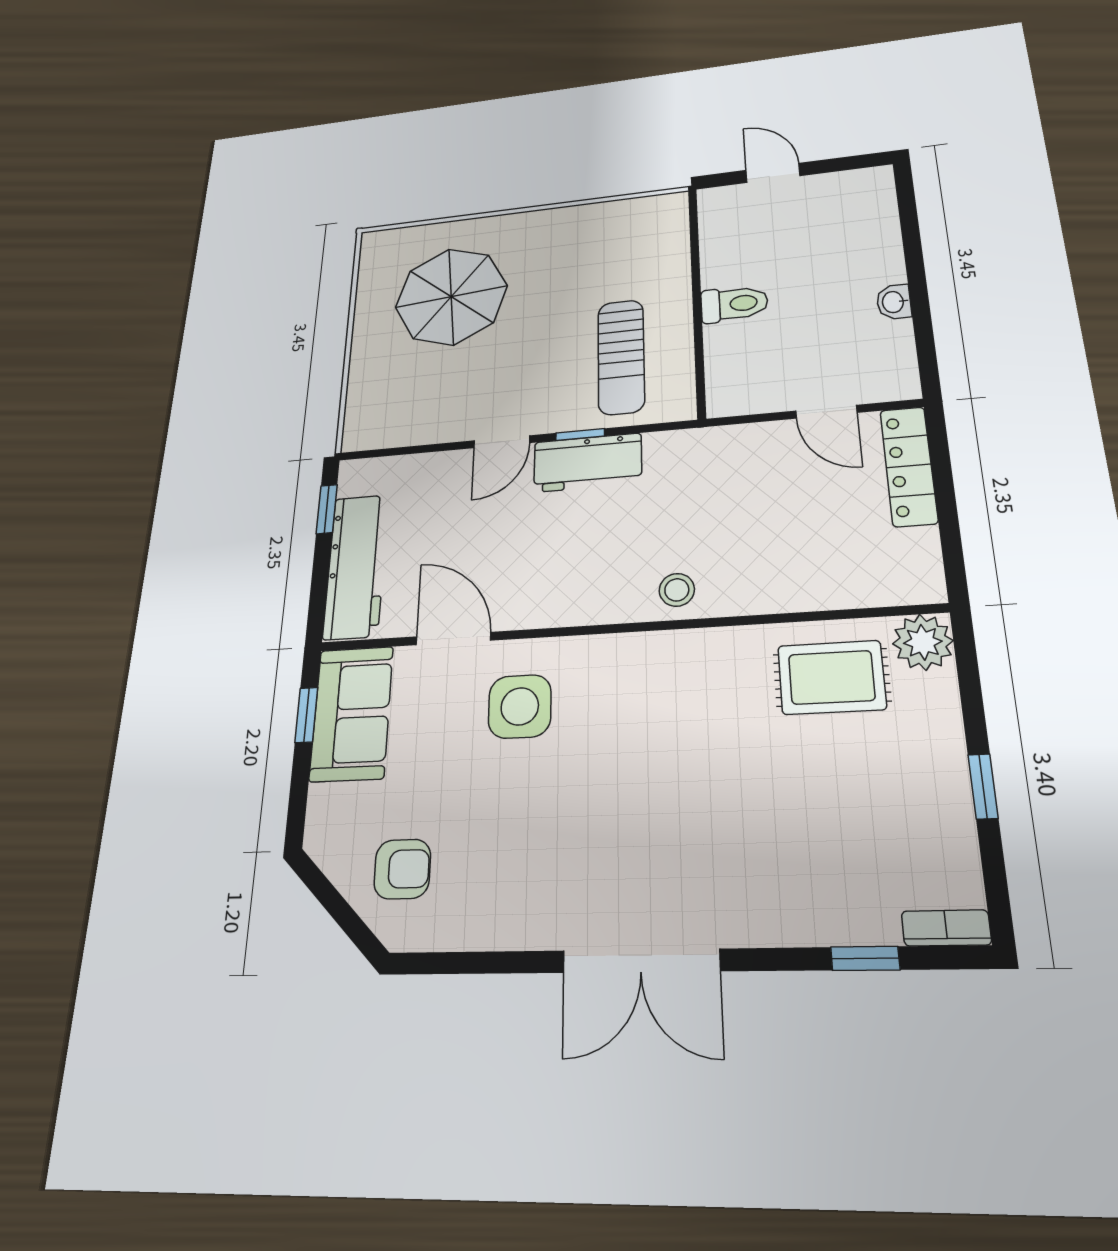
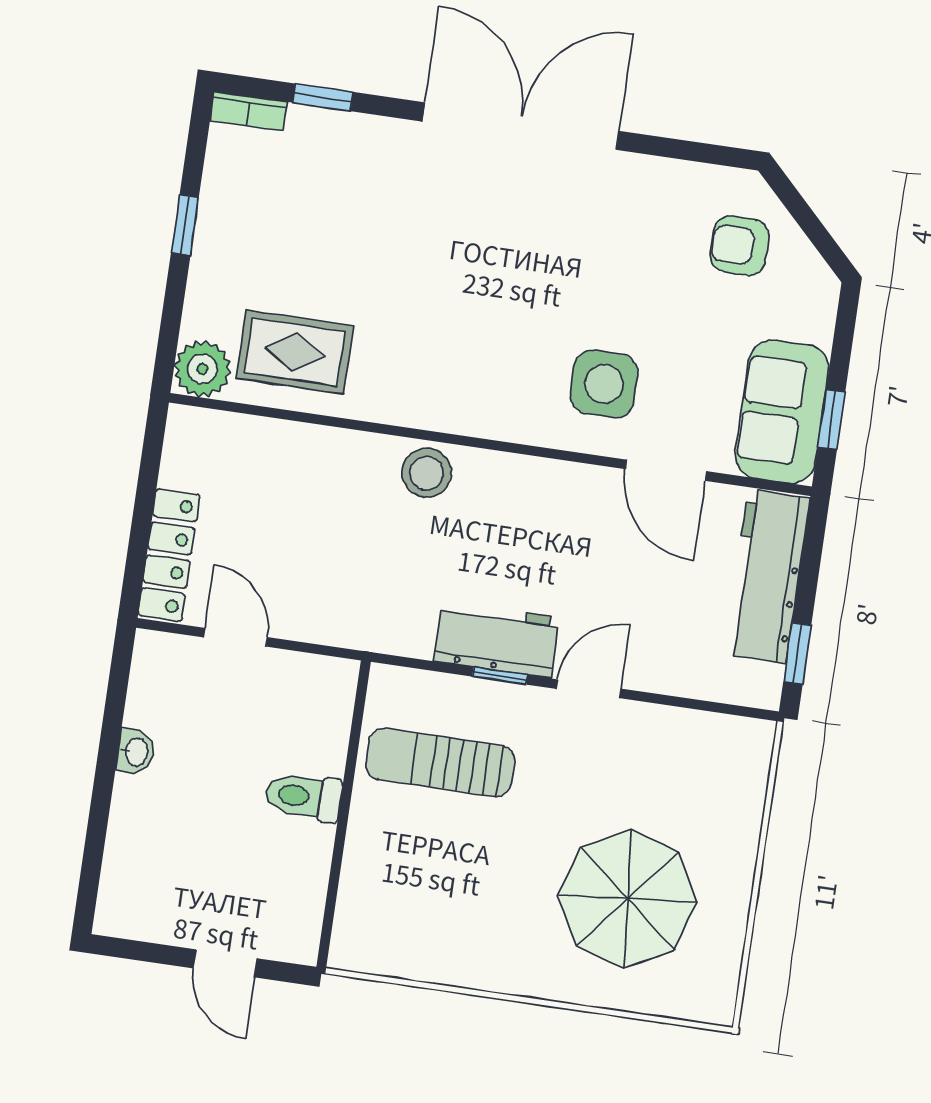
sun lounger: (621, 357) -> (440, 762), turned -90
stool: (677, 590) -> (426, 473), width x1.37, depth x1.37
double door: (641, 961) -> (521, 126), width x1.36

